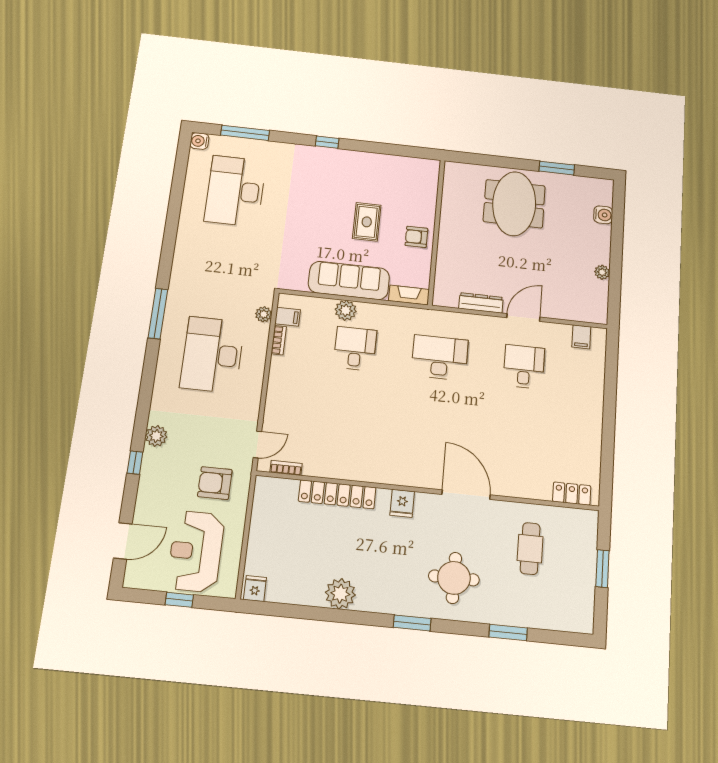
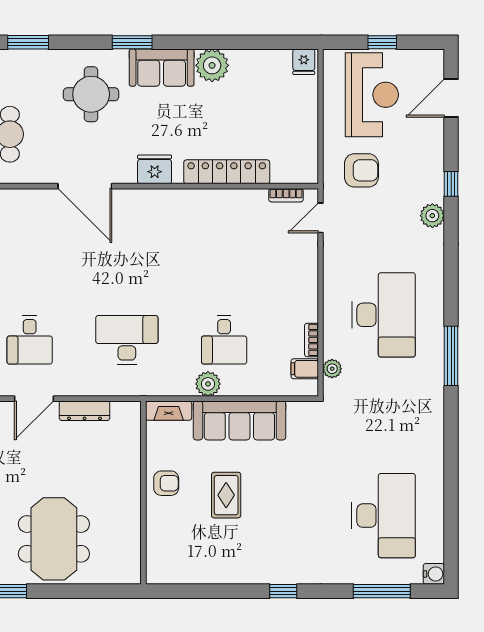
plant: (346, 310) -> (208, 384), moved
desk: (440, 358) -> (127, 340), turned 180
fridge: (402, 503) -> (155, 169), width x1.38
sofa: (387, 596) -> (162, 68), added

